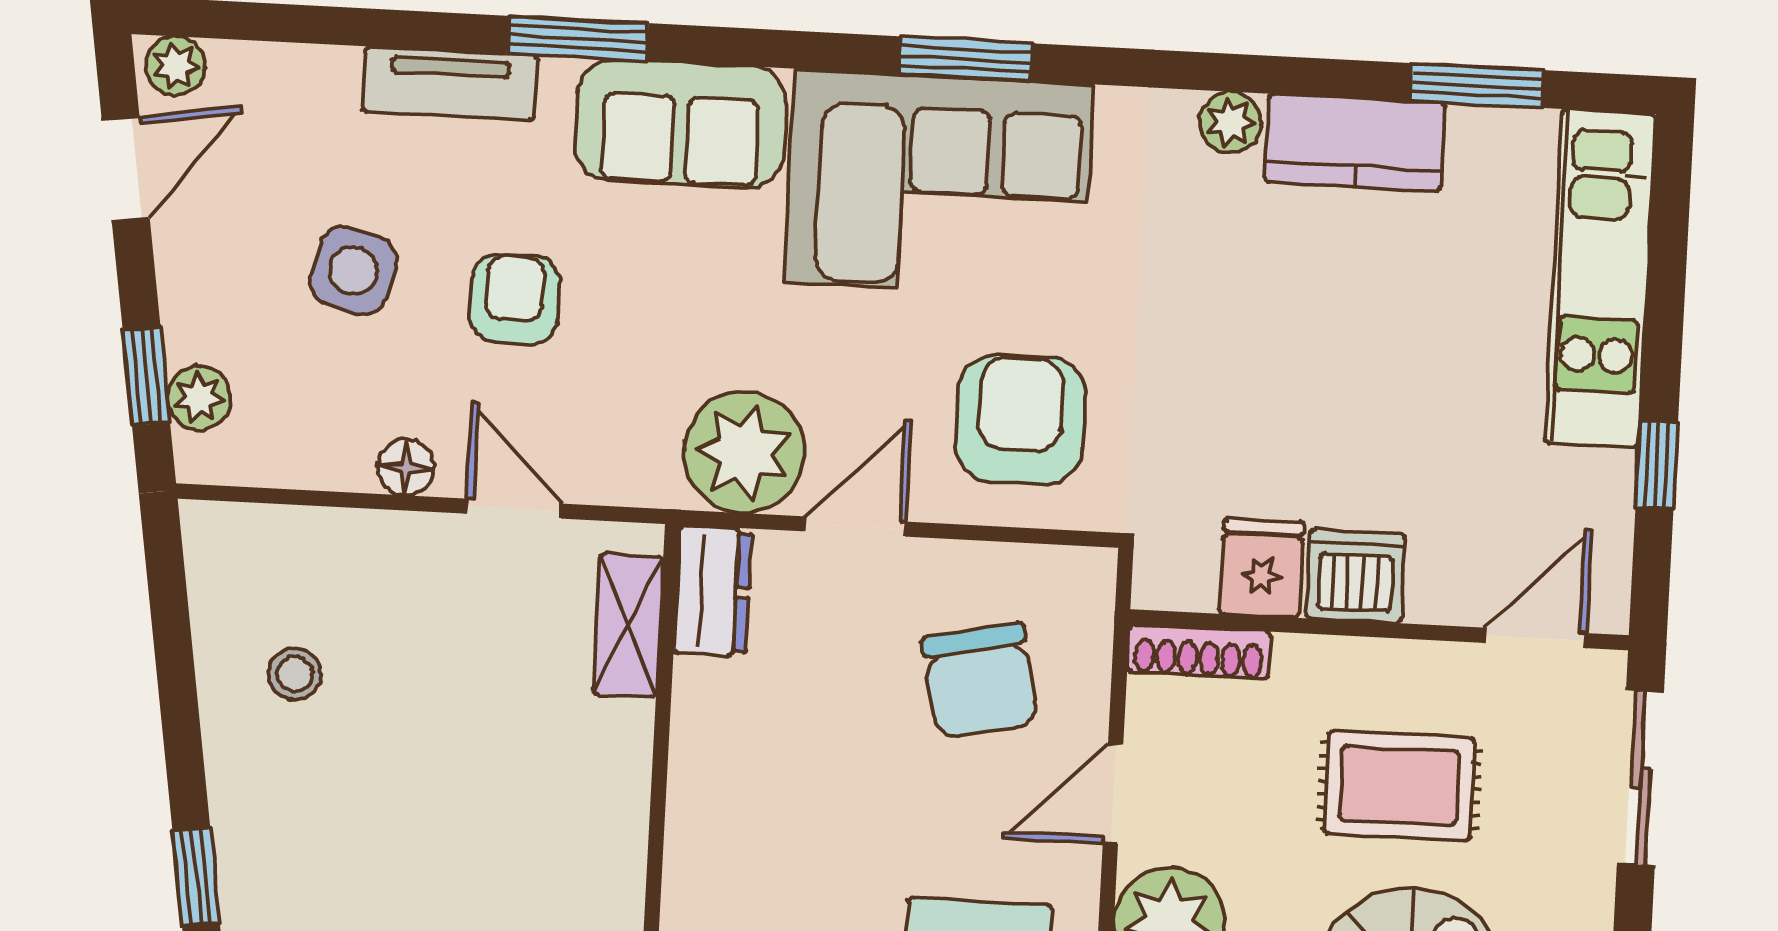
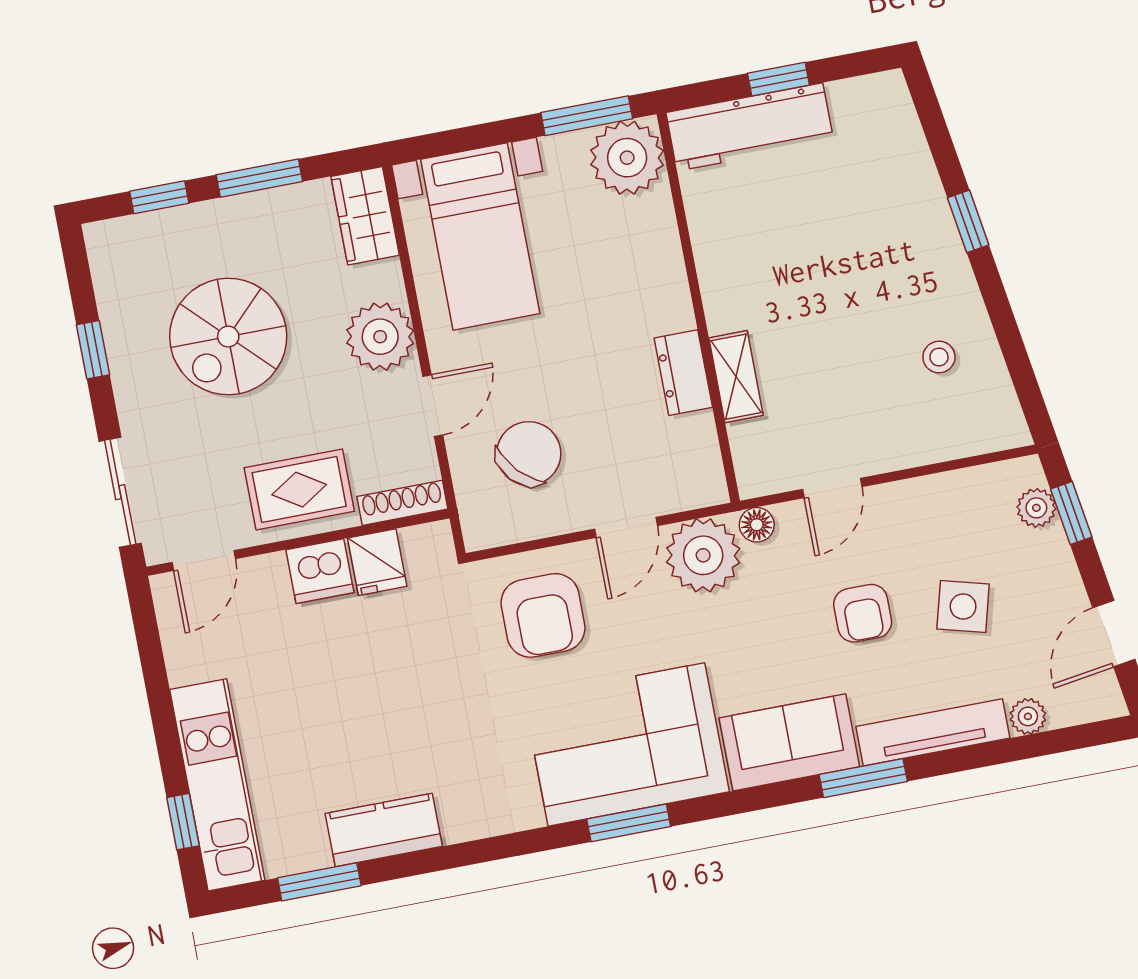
plant: (176, 66) -> (1028, 716), moved
tv unit: (450, 84) -> (933, 732), width x1.41
plant: (1231, 122) -> (461, 824), removed
window: (1657, 465) -> (183, 822), moved
floor lamp: (406, 467) -> (757, 525), moved
door: (514, 509) -> (832, 488), hinge flipped
dresser: (713, 591) -> (683, 373), moved
shelving: (628, 625) -> (736, 377), moved
chair: (980, 681) -> (529, 453), turned 59
rug: (1399, 785) -> (299, 490), moved

